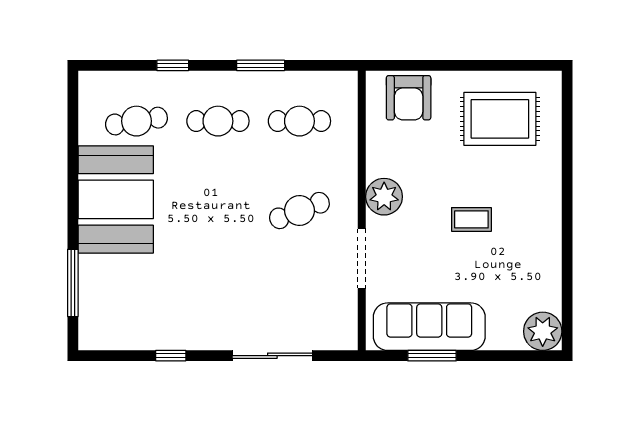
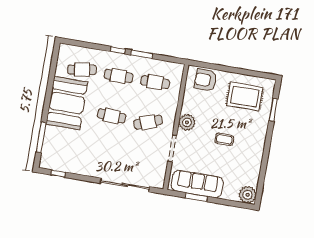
window: (173, 65) -> (118, 50), moved
armchair: (409, 98) -> (205, 80), turned 91
window: (567, 137) -> (273, 110), added
cafe table: (218, 211) -> (112, 116), added
window: (171, 356) -> (58, 174), moved
sliding door: (272, 356) -> (125, 185), width x1.36

